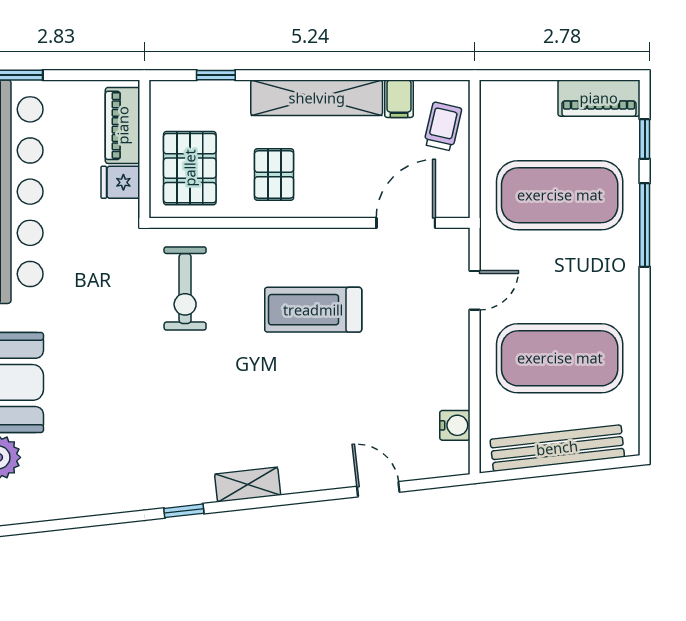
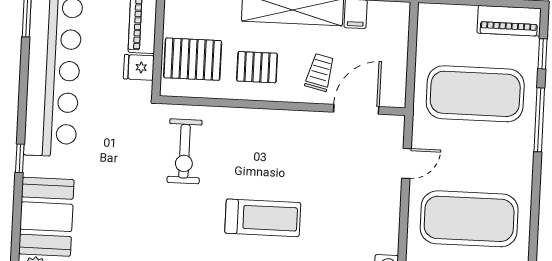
trolley: (443, 126) -> (320, 72), moved
pallet: (190, 168) -> (193, 59), turned 90
pallet: (274, 175) -> (257, 67), turned 90
treadmill: (313, 310) -> (263, 218), moved, turned 180

